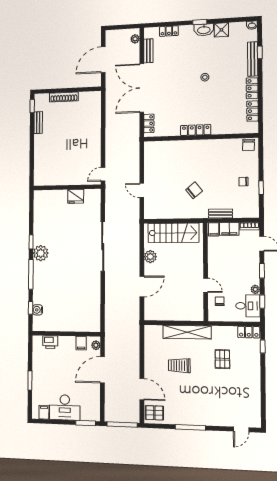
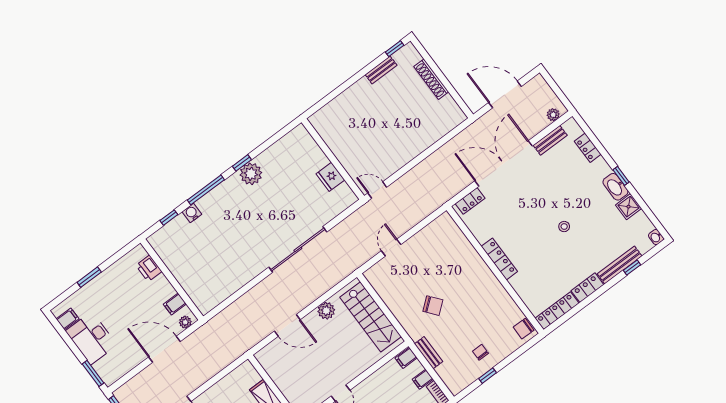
locker: (252, 111) -> (557, 311), width x1.53
filing cabinet: (229, 229) -> (423, 379), width x0.50
plant: (41, 253) -> (251, 174), moved
water cooler: (38, 310) -> (192, 213), moved

